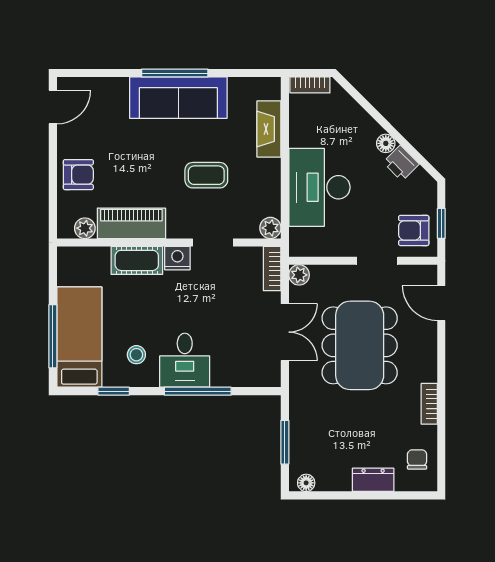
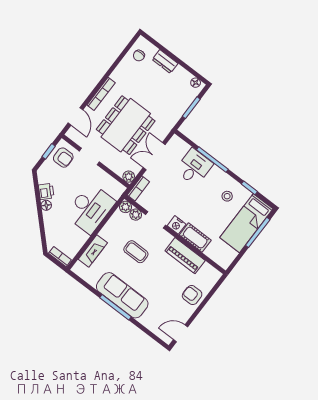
plant: (85, 228) -> (136, 215), moved
desk: (185, 360) -> (194, 167), moved
bookcase: (429, 404) -> (101, 94), moved, width x1.56

